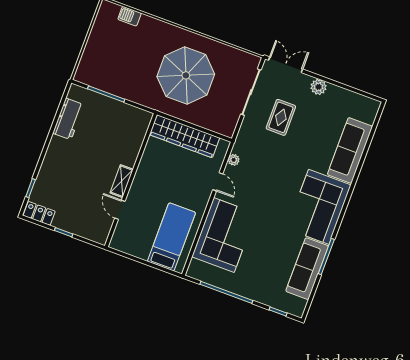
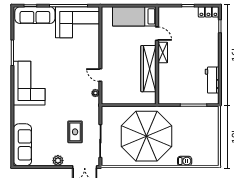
barbecue: (130, 16) -> (185, 161), moved
parasol: (186, 75) -> (147, 136), width x1.36, depth x1.36
wardrobe: (185, 136) -> (148, 69), moved, turned -90
sofa: (350, 150) -> (22, 145), moved
corner sofa: (224, 235) -> (78, 22), moved, turned -90
bed: (171, 237) -> (134, 16), moved, turned 90
sofa: (307, 269) -> (35, 15), moved, turned 90

